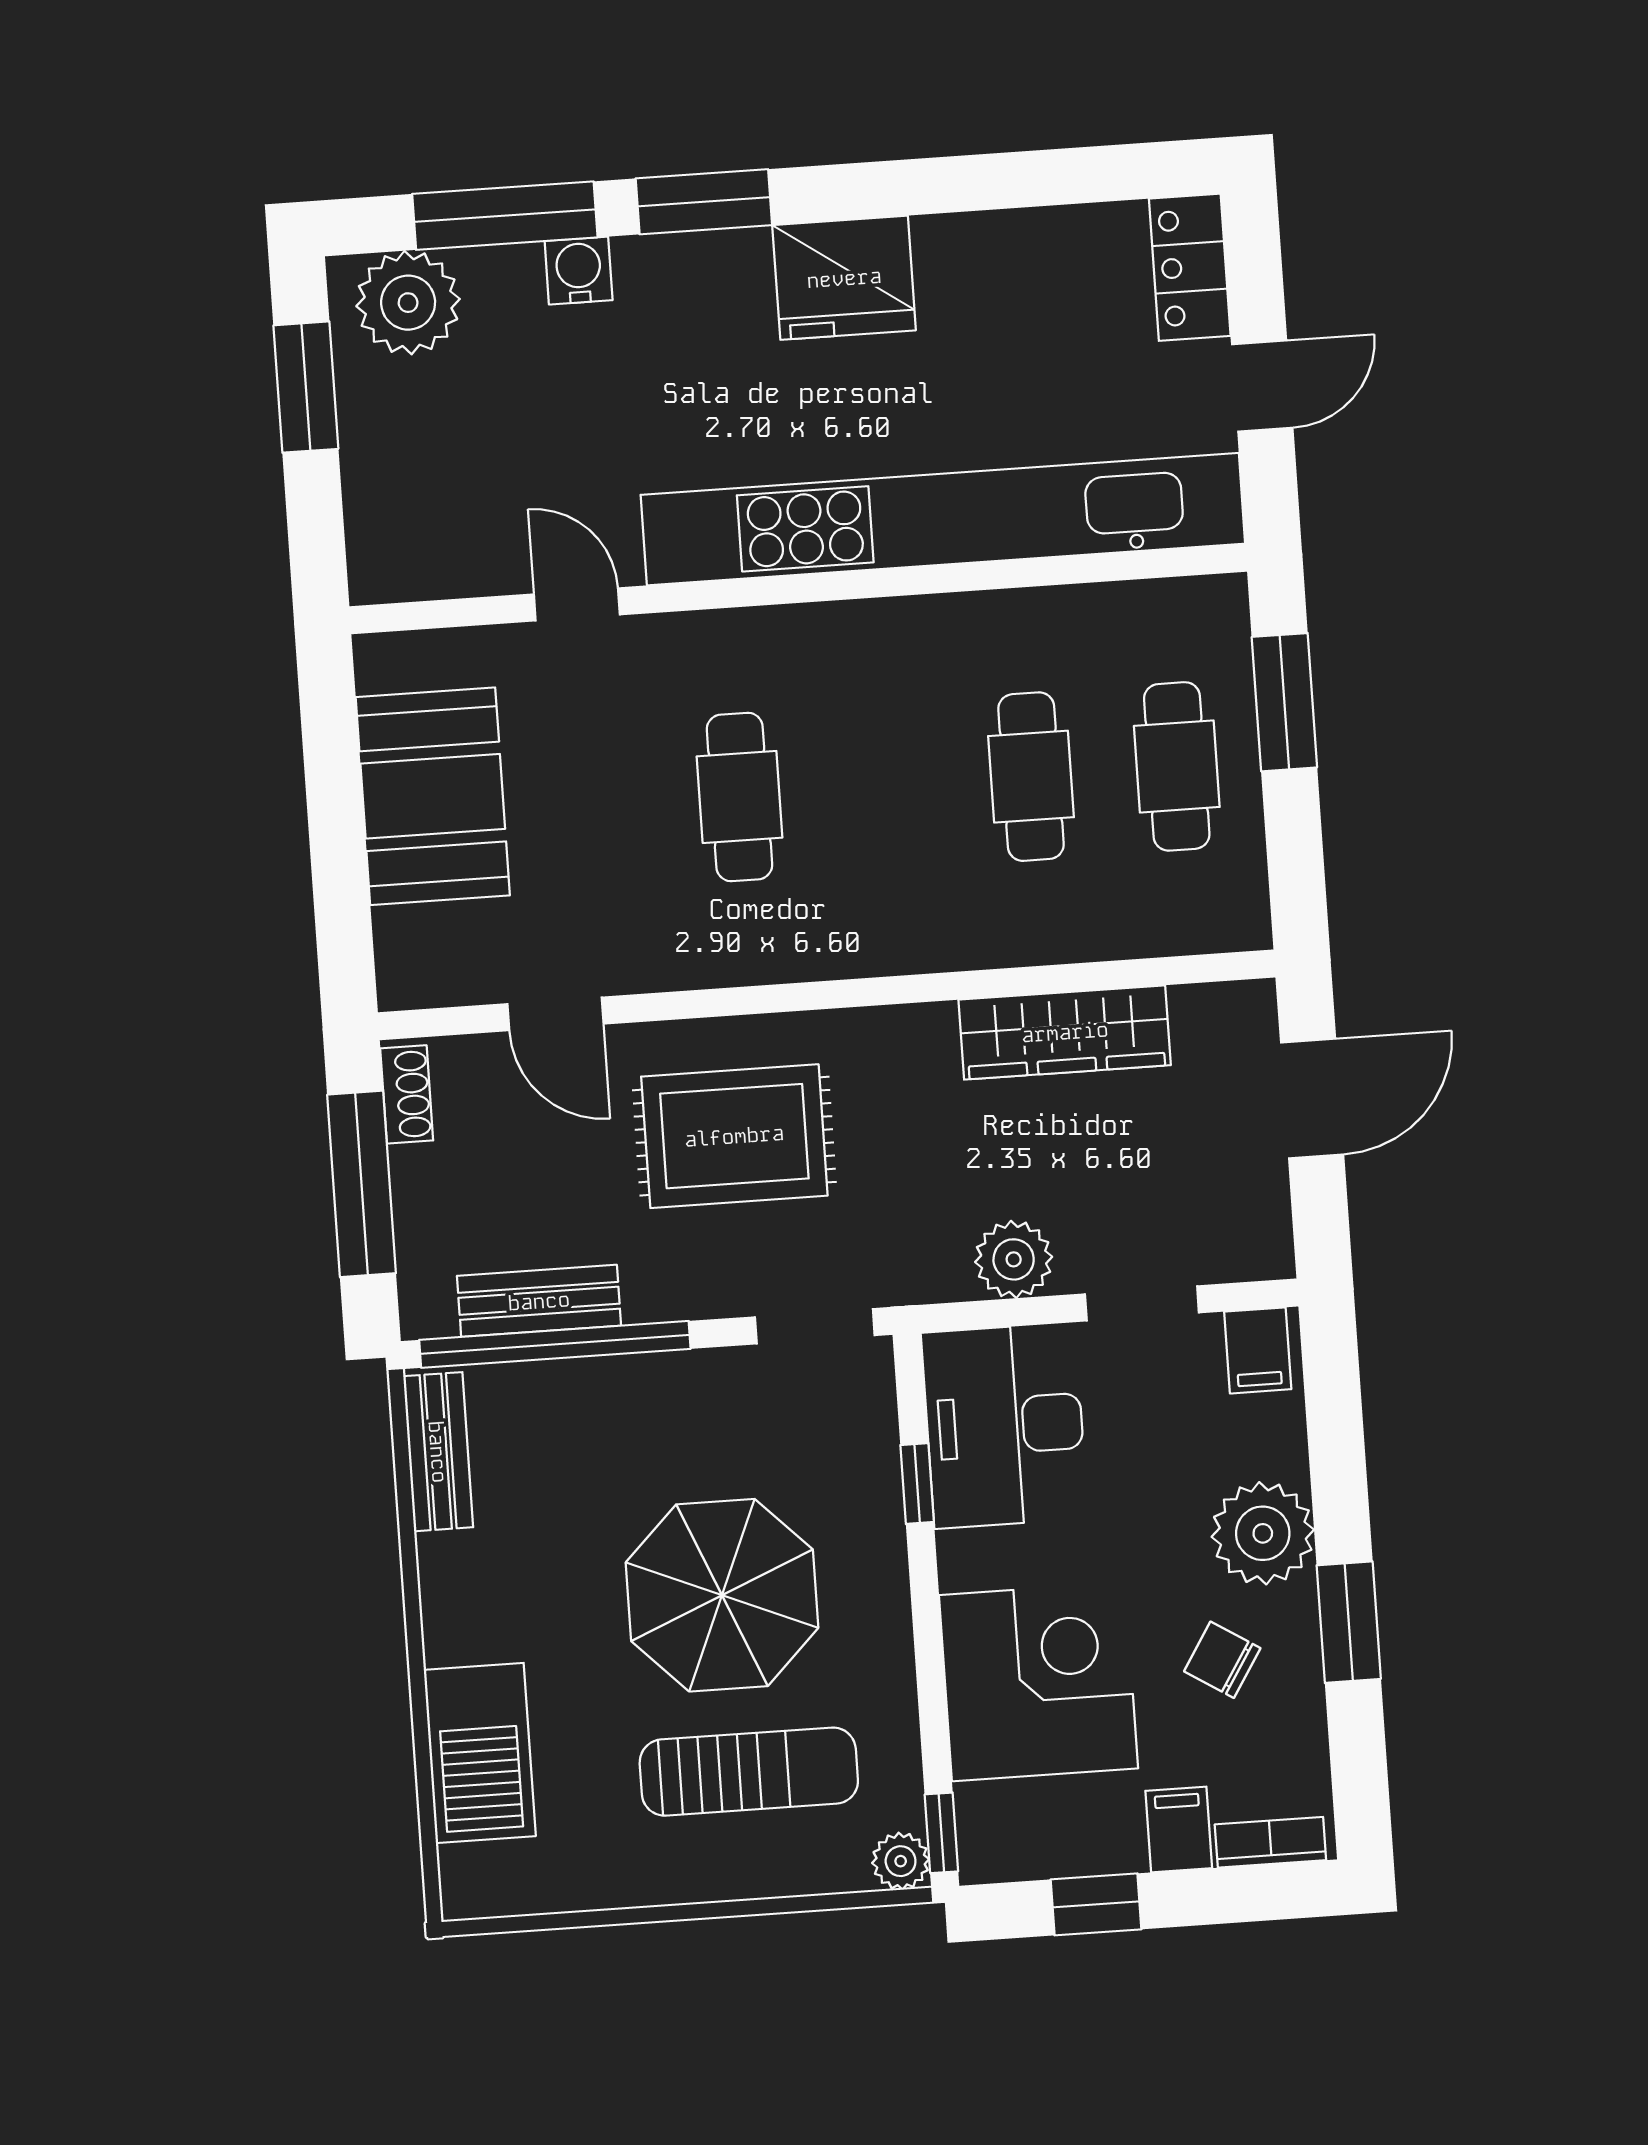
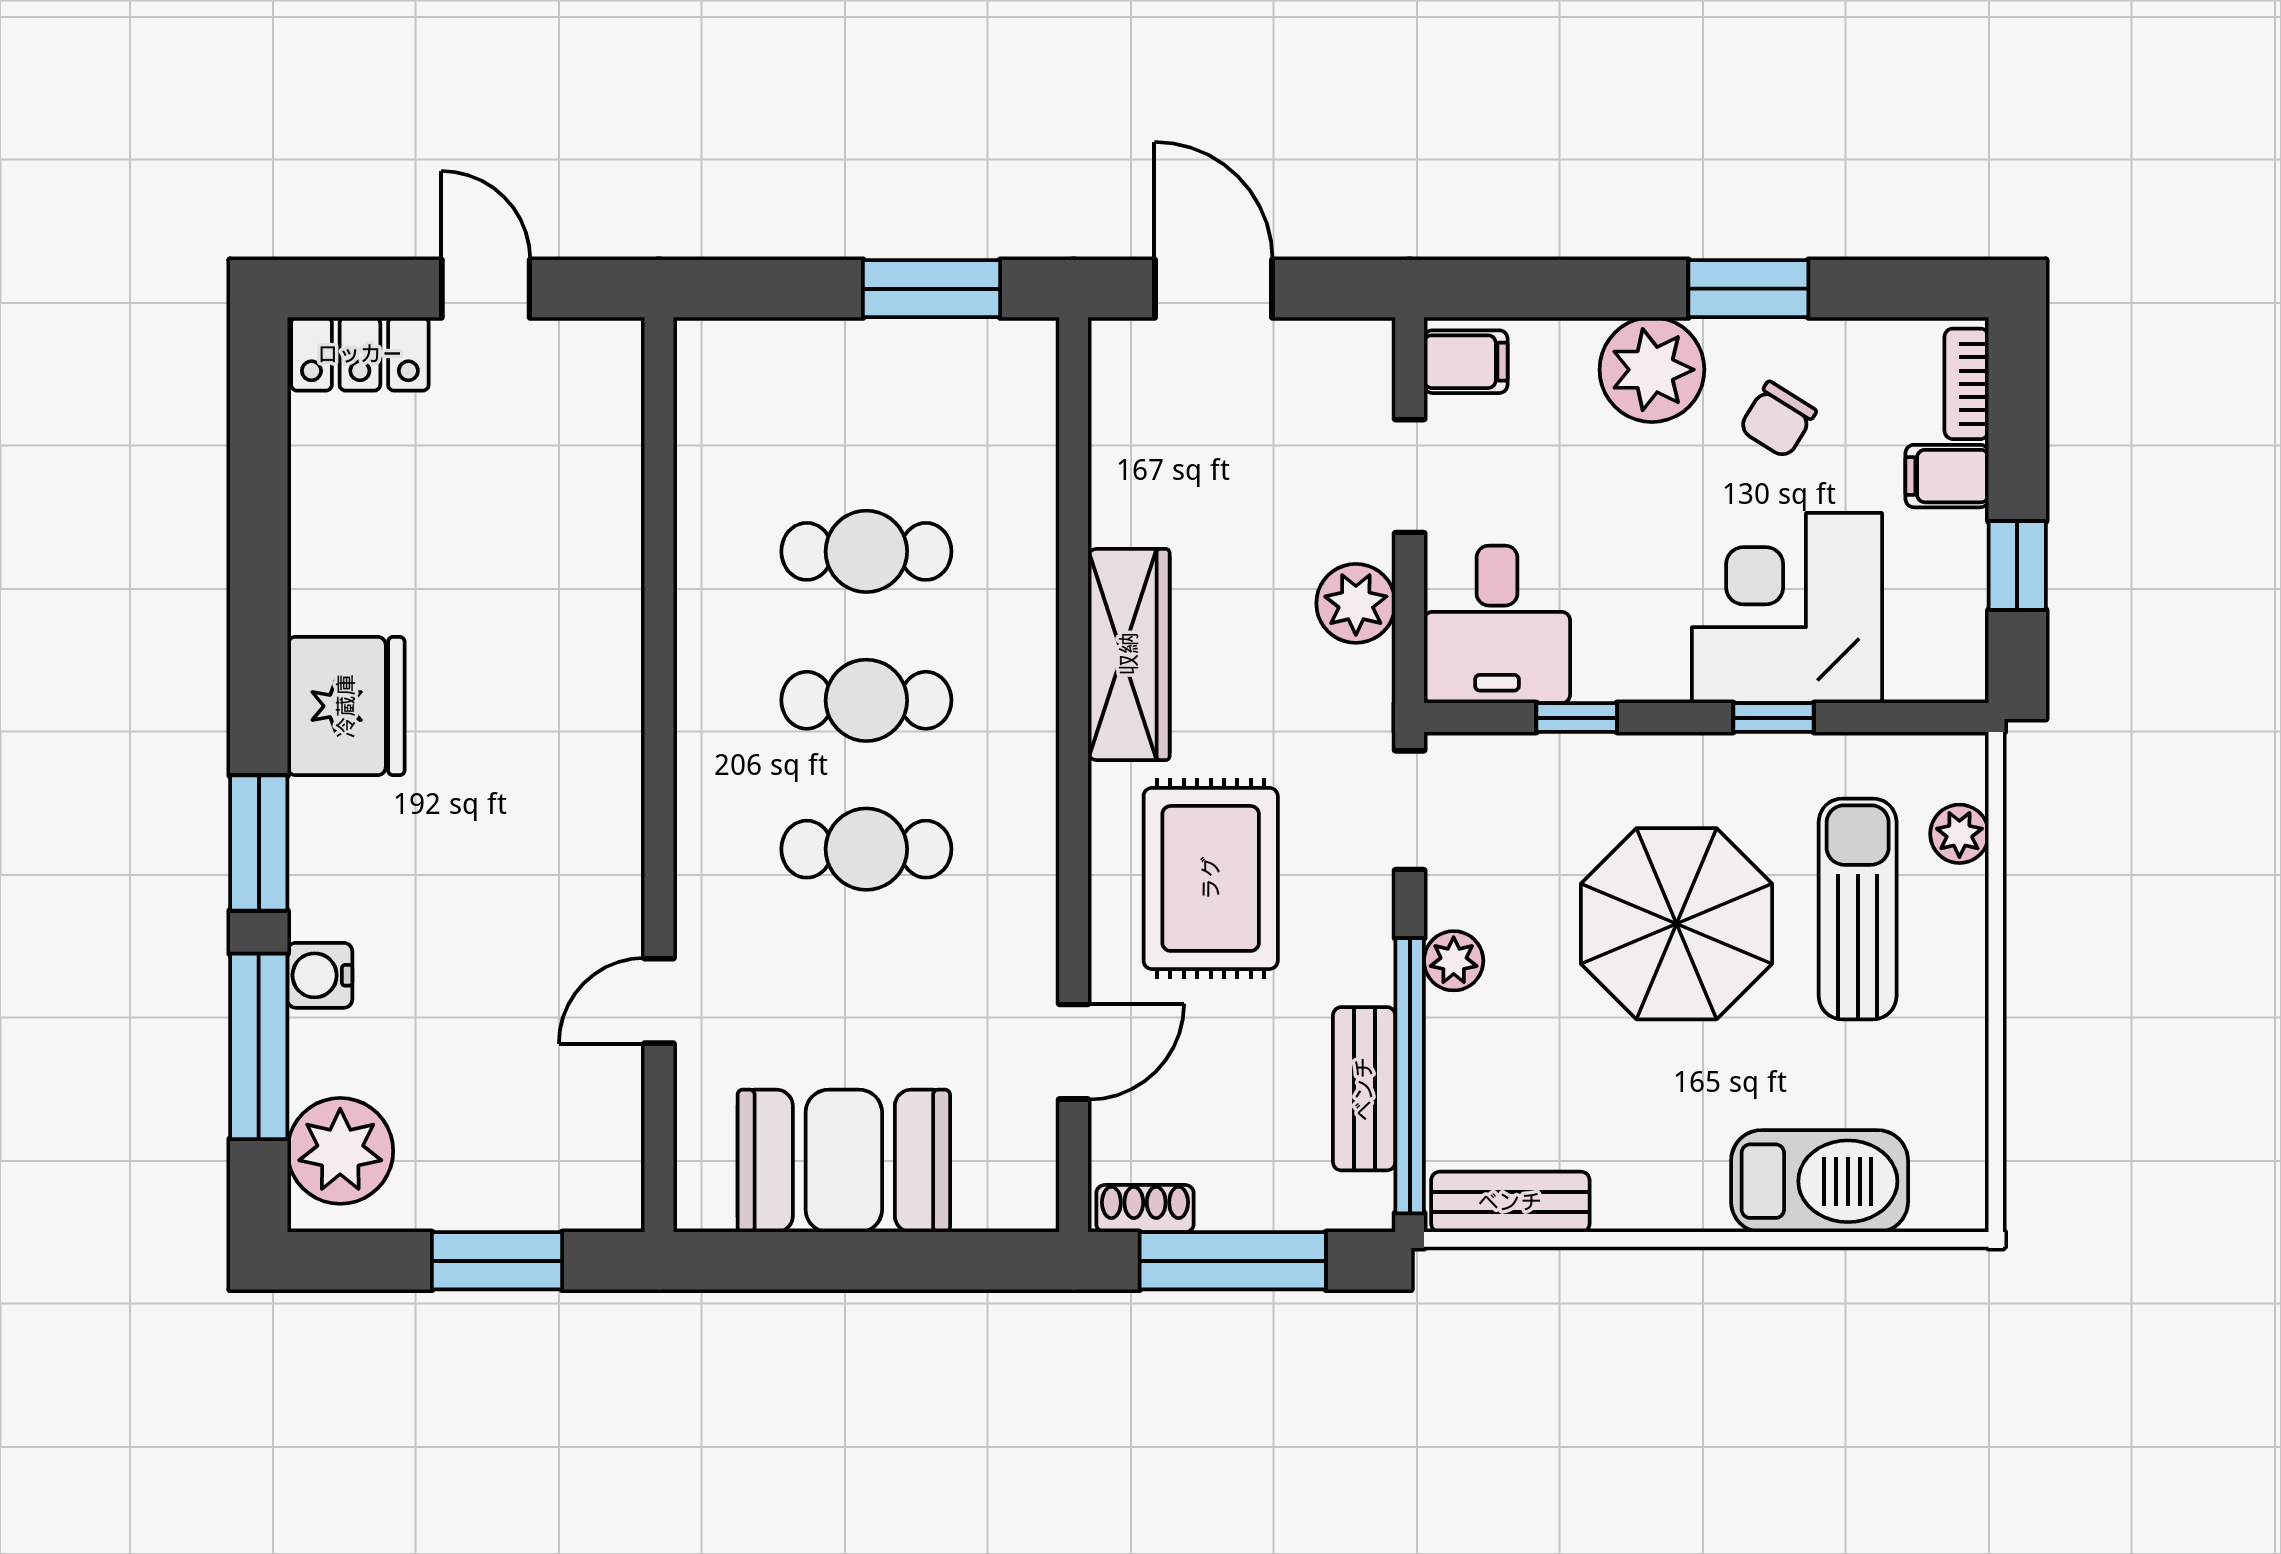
window: (306, 387) -> (497, 1261), moved
kitchen unit: (943, 519) -> (598, 623), removed
window: (1284, 702) -> (932, 289), moved
cafe table: (1177, 766) -> (866, 700), moved
wardrobe: (1065, 1032) -> (1129, 654), moved
plant: (670, 1380) -> (1454, 961), added
desk: (1005, 1426) -> (1497, 624), width x0.73
window: (941, 1833) -> (1774, 718), moved
plant: (901, 1861) -> (1959, 834), moved

